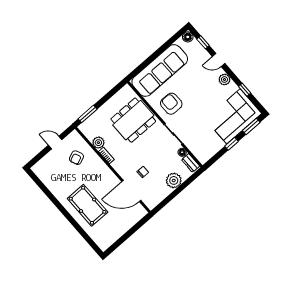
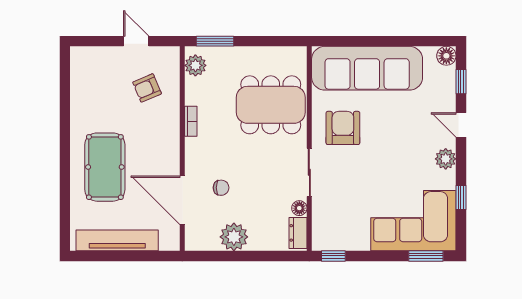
plant: (98, 143) -> (195, 65), moved
window: (231, 144) -> (333, 256), moved
plant: (174, 180) -> (234, 237), moved
tv unit: (119, 231) -> (117, 240), added

